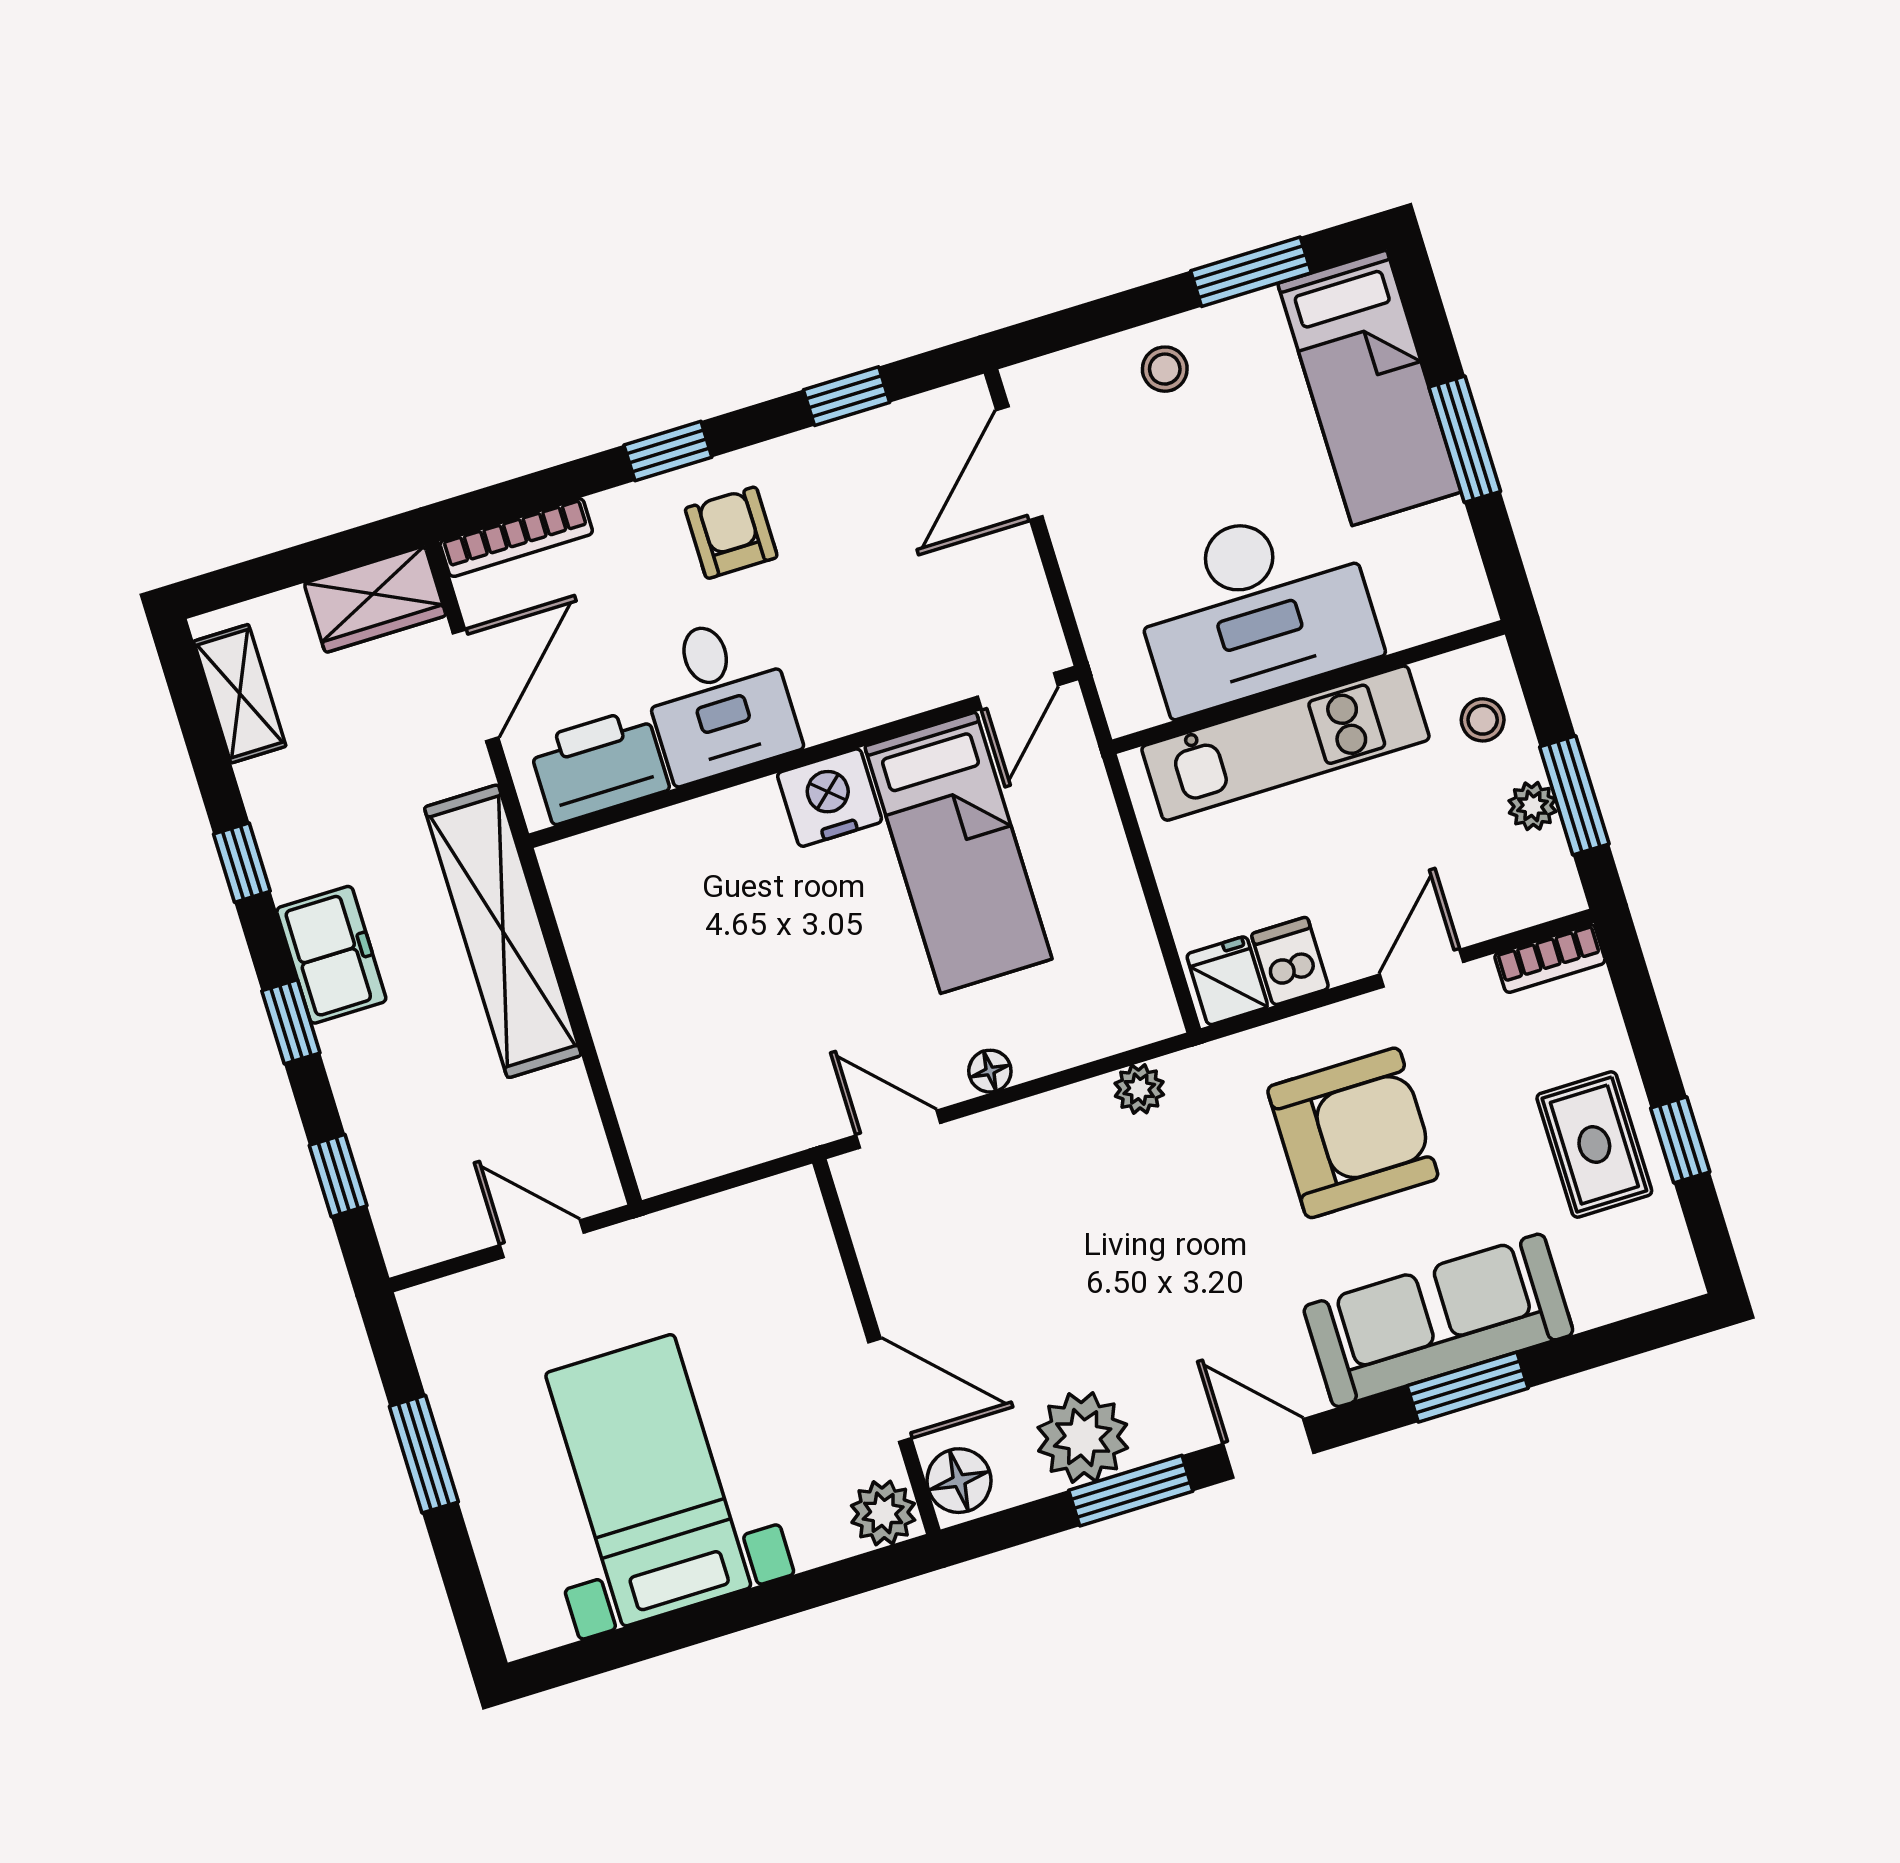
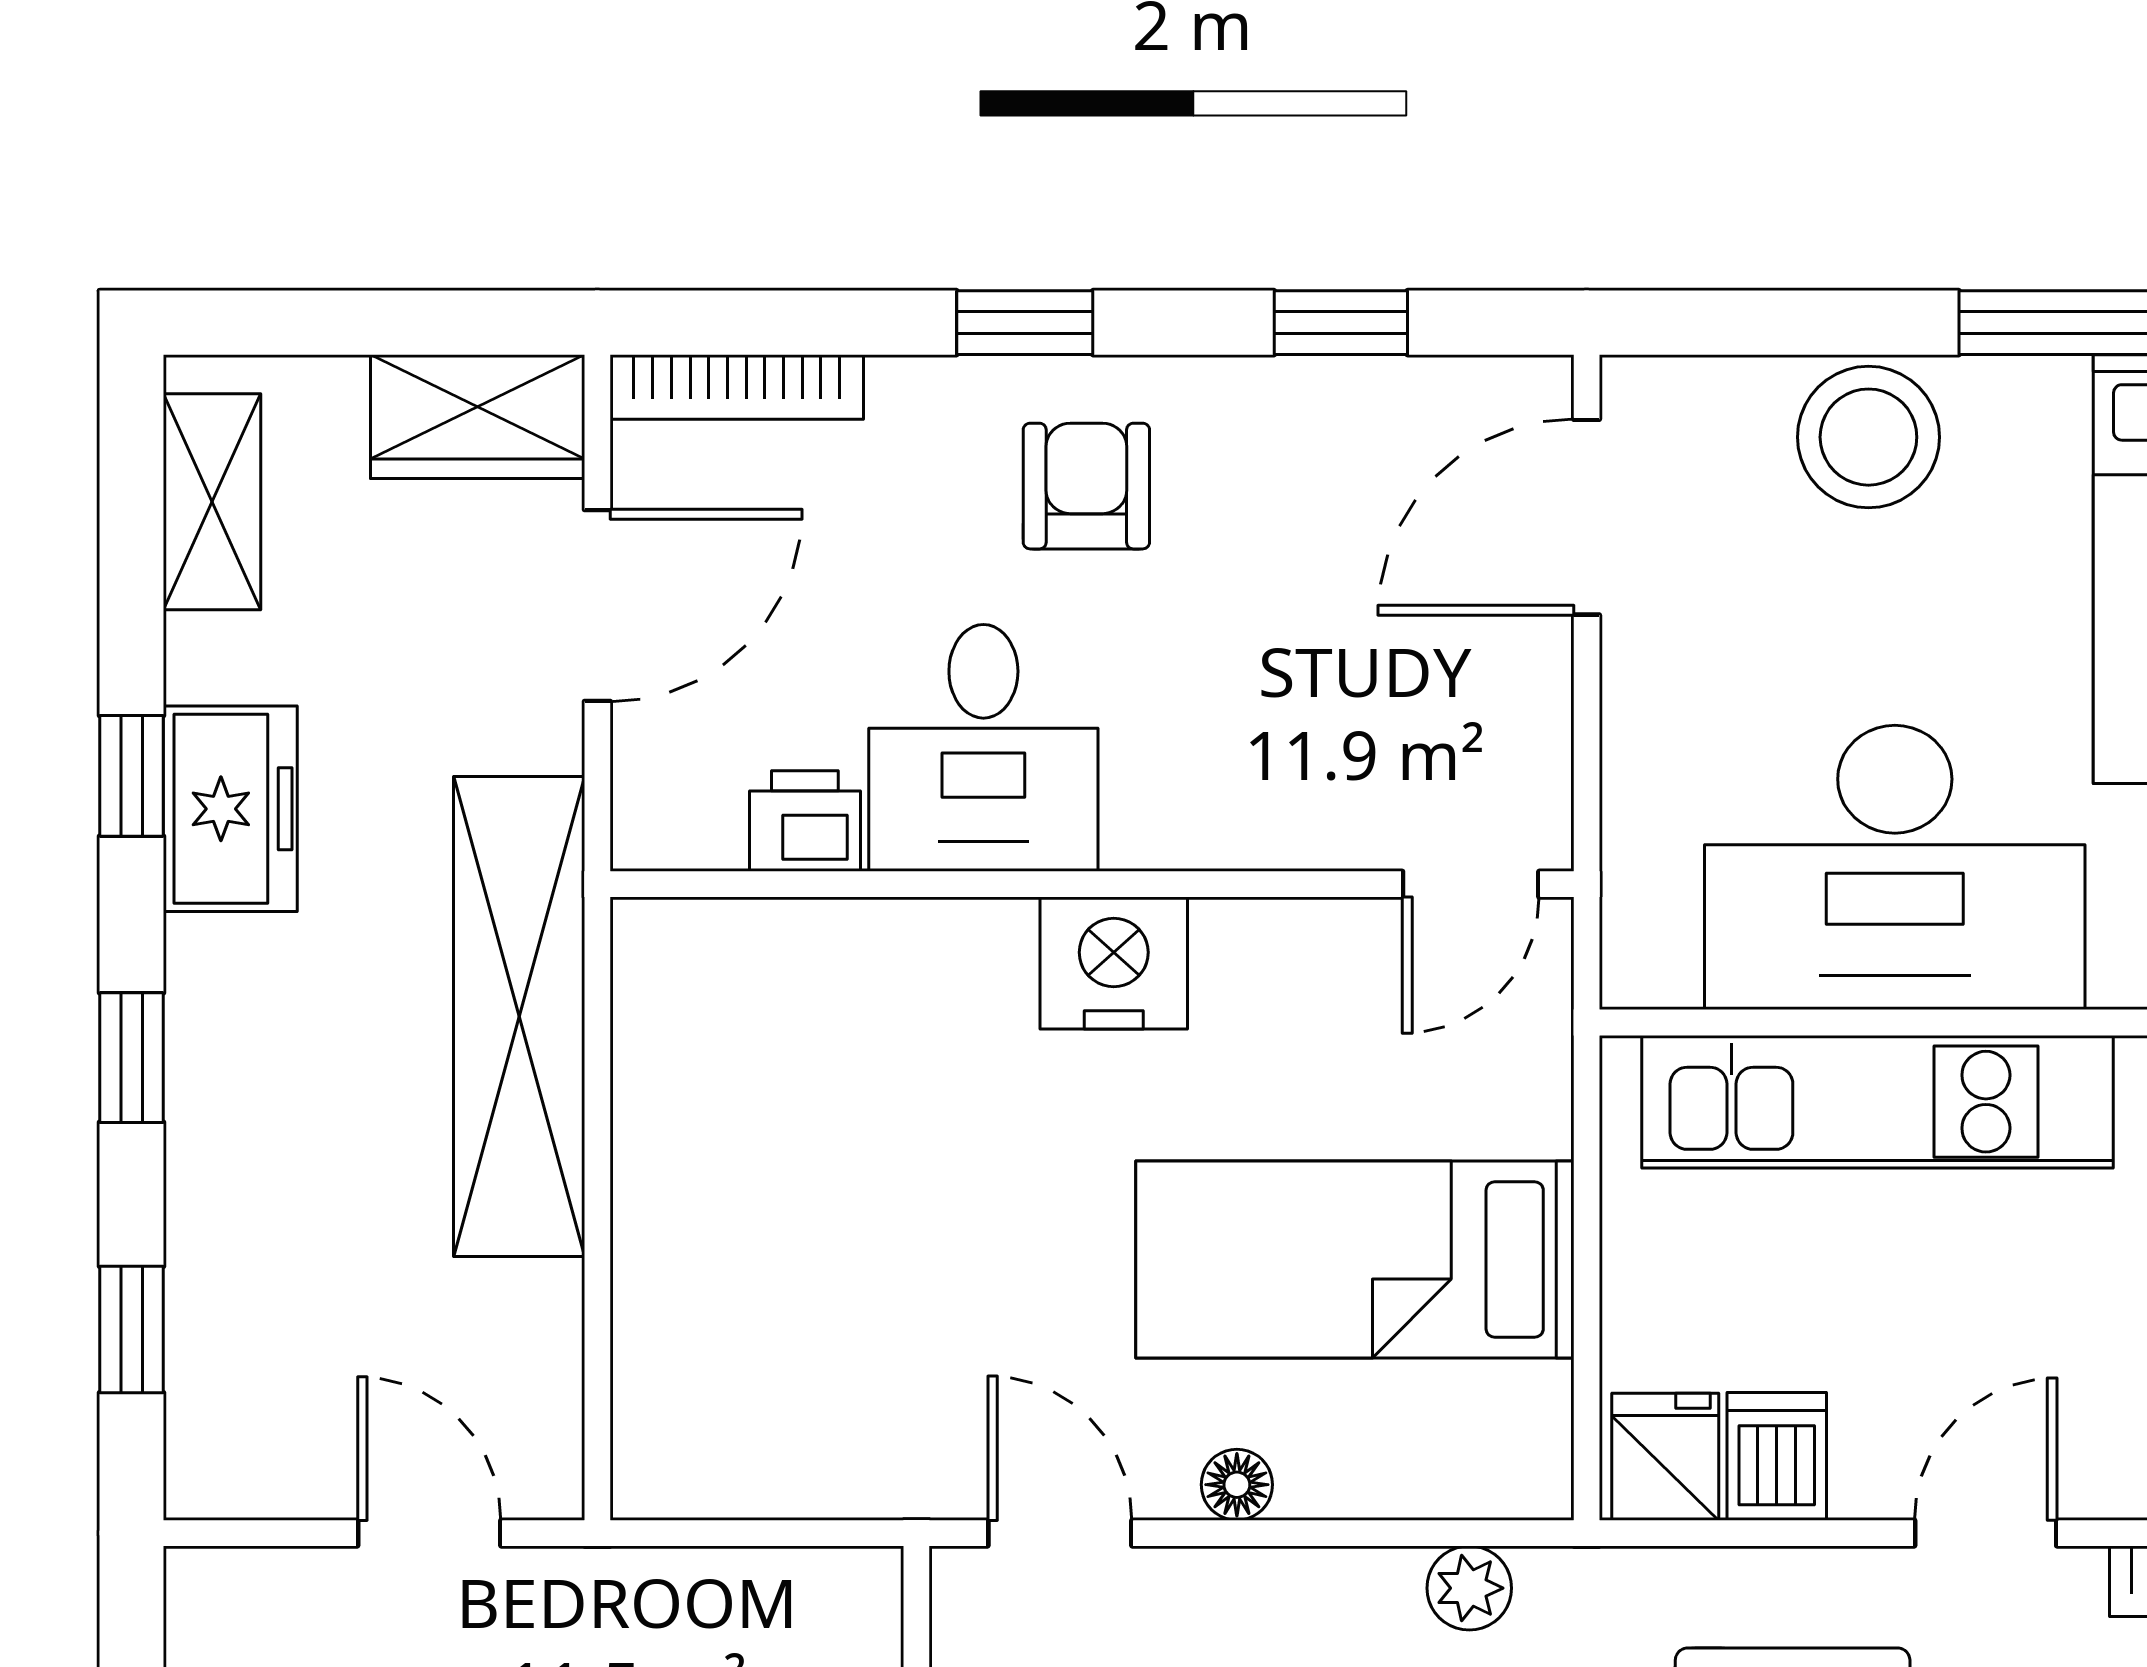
stool: (1165, 369) -> (1868, 437), width x1.89, depth x1.89
printer: (599, 766) -> (805, 821), width x0.53, depth x0.68
bed: (958, 853) -> (1355, 1260), moved, turned 90
freezer: (331, 955) -> (230, 809), moved

